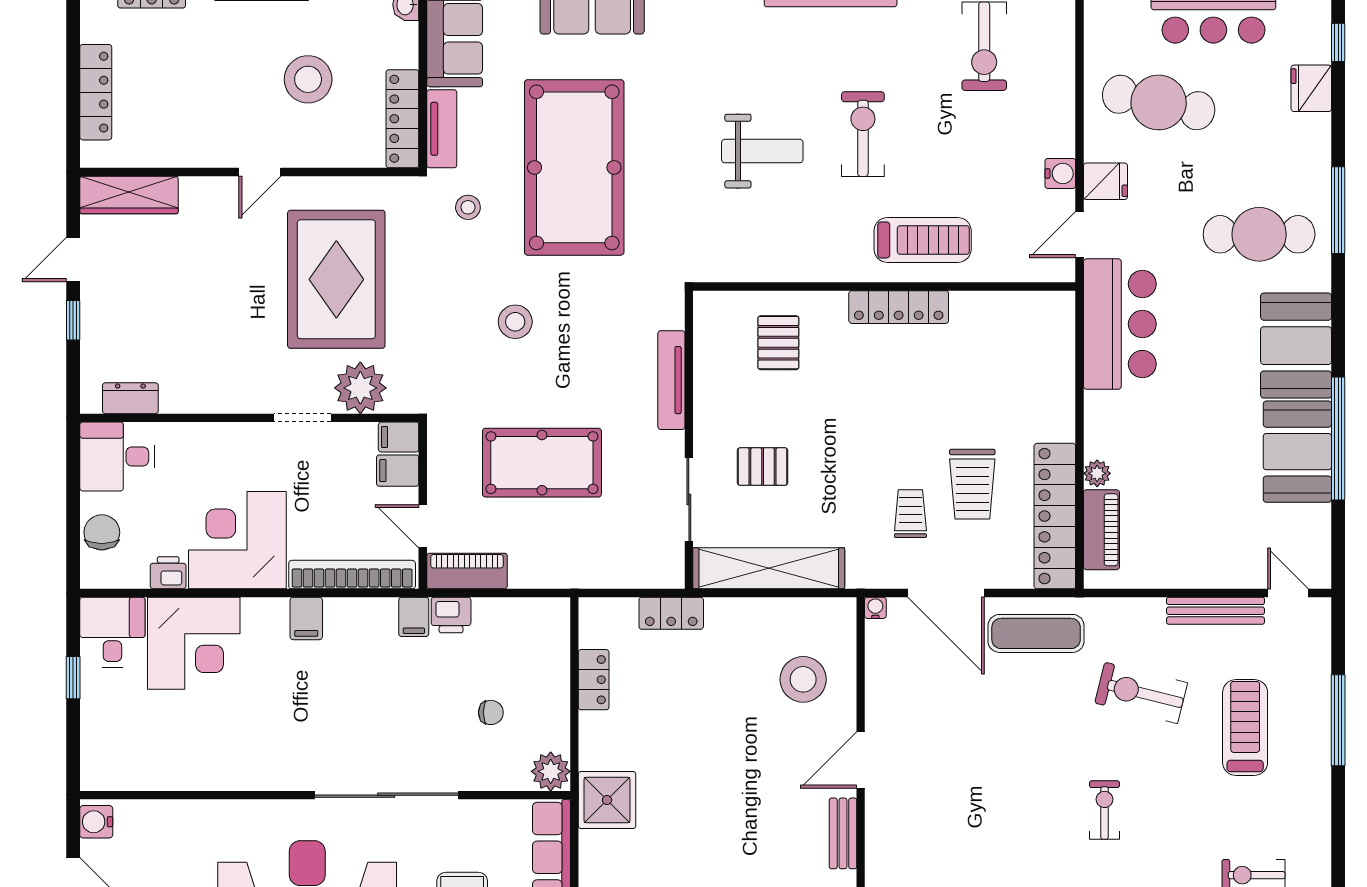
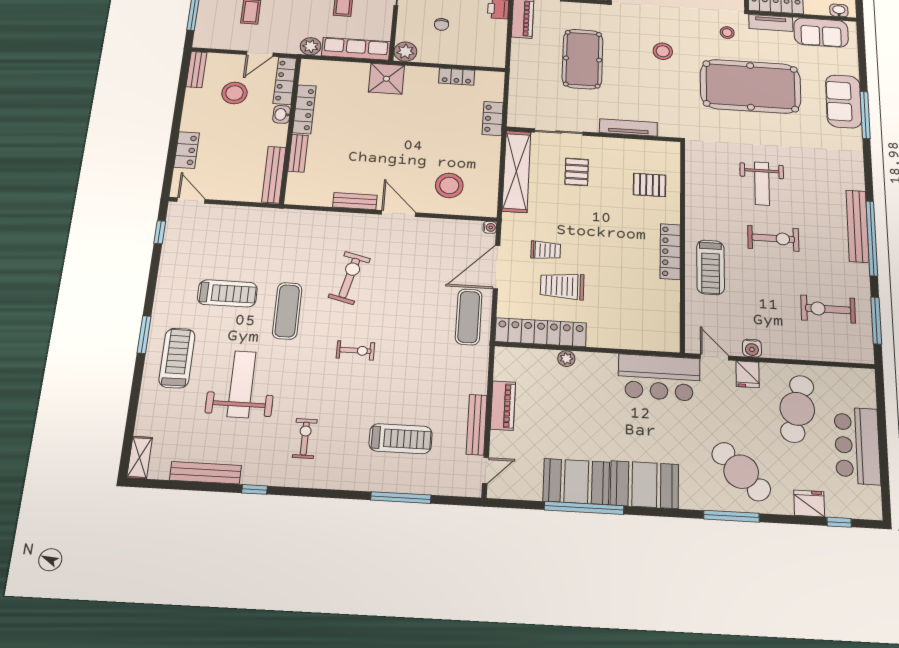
cafe table: (1259, 234) -> (741, 472), moved, turned -45
piano: (1101, 530) -> (503, 406), moved, turned -90
exercise bike: (1141, 693) -> (349, 278), moved

